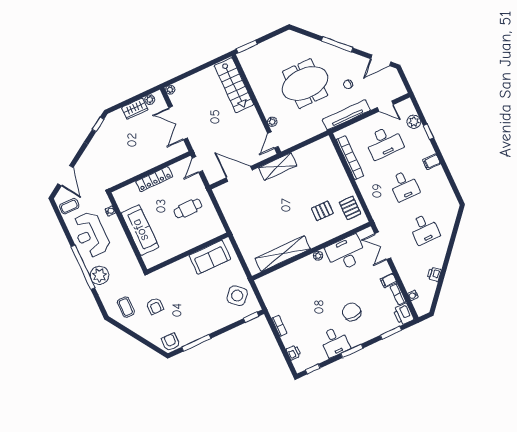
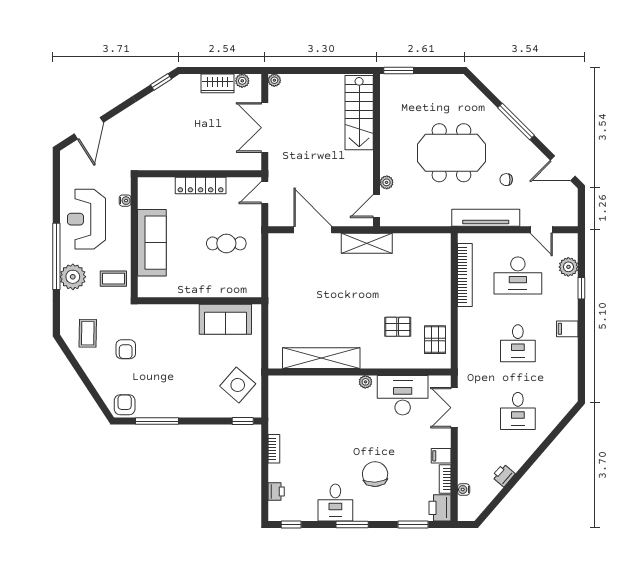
coffee table: (69, 206) -> (113, 279), moved

